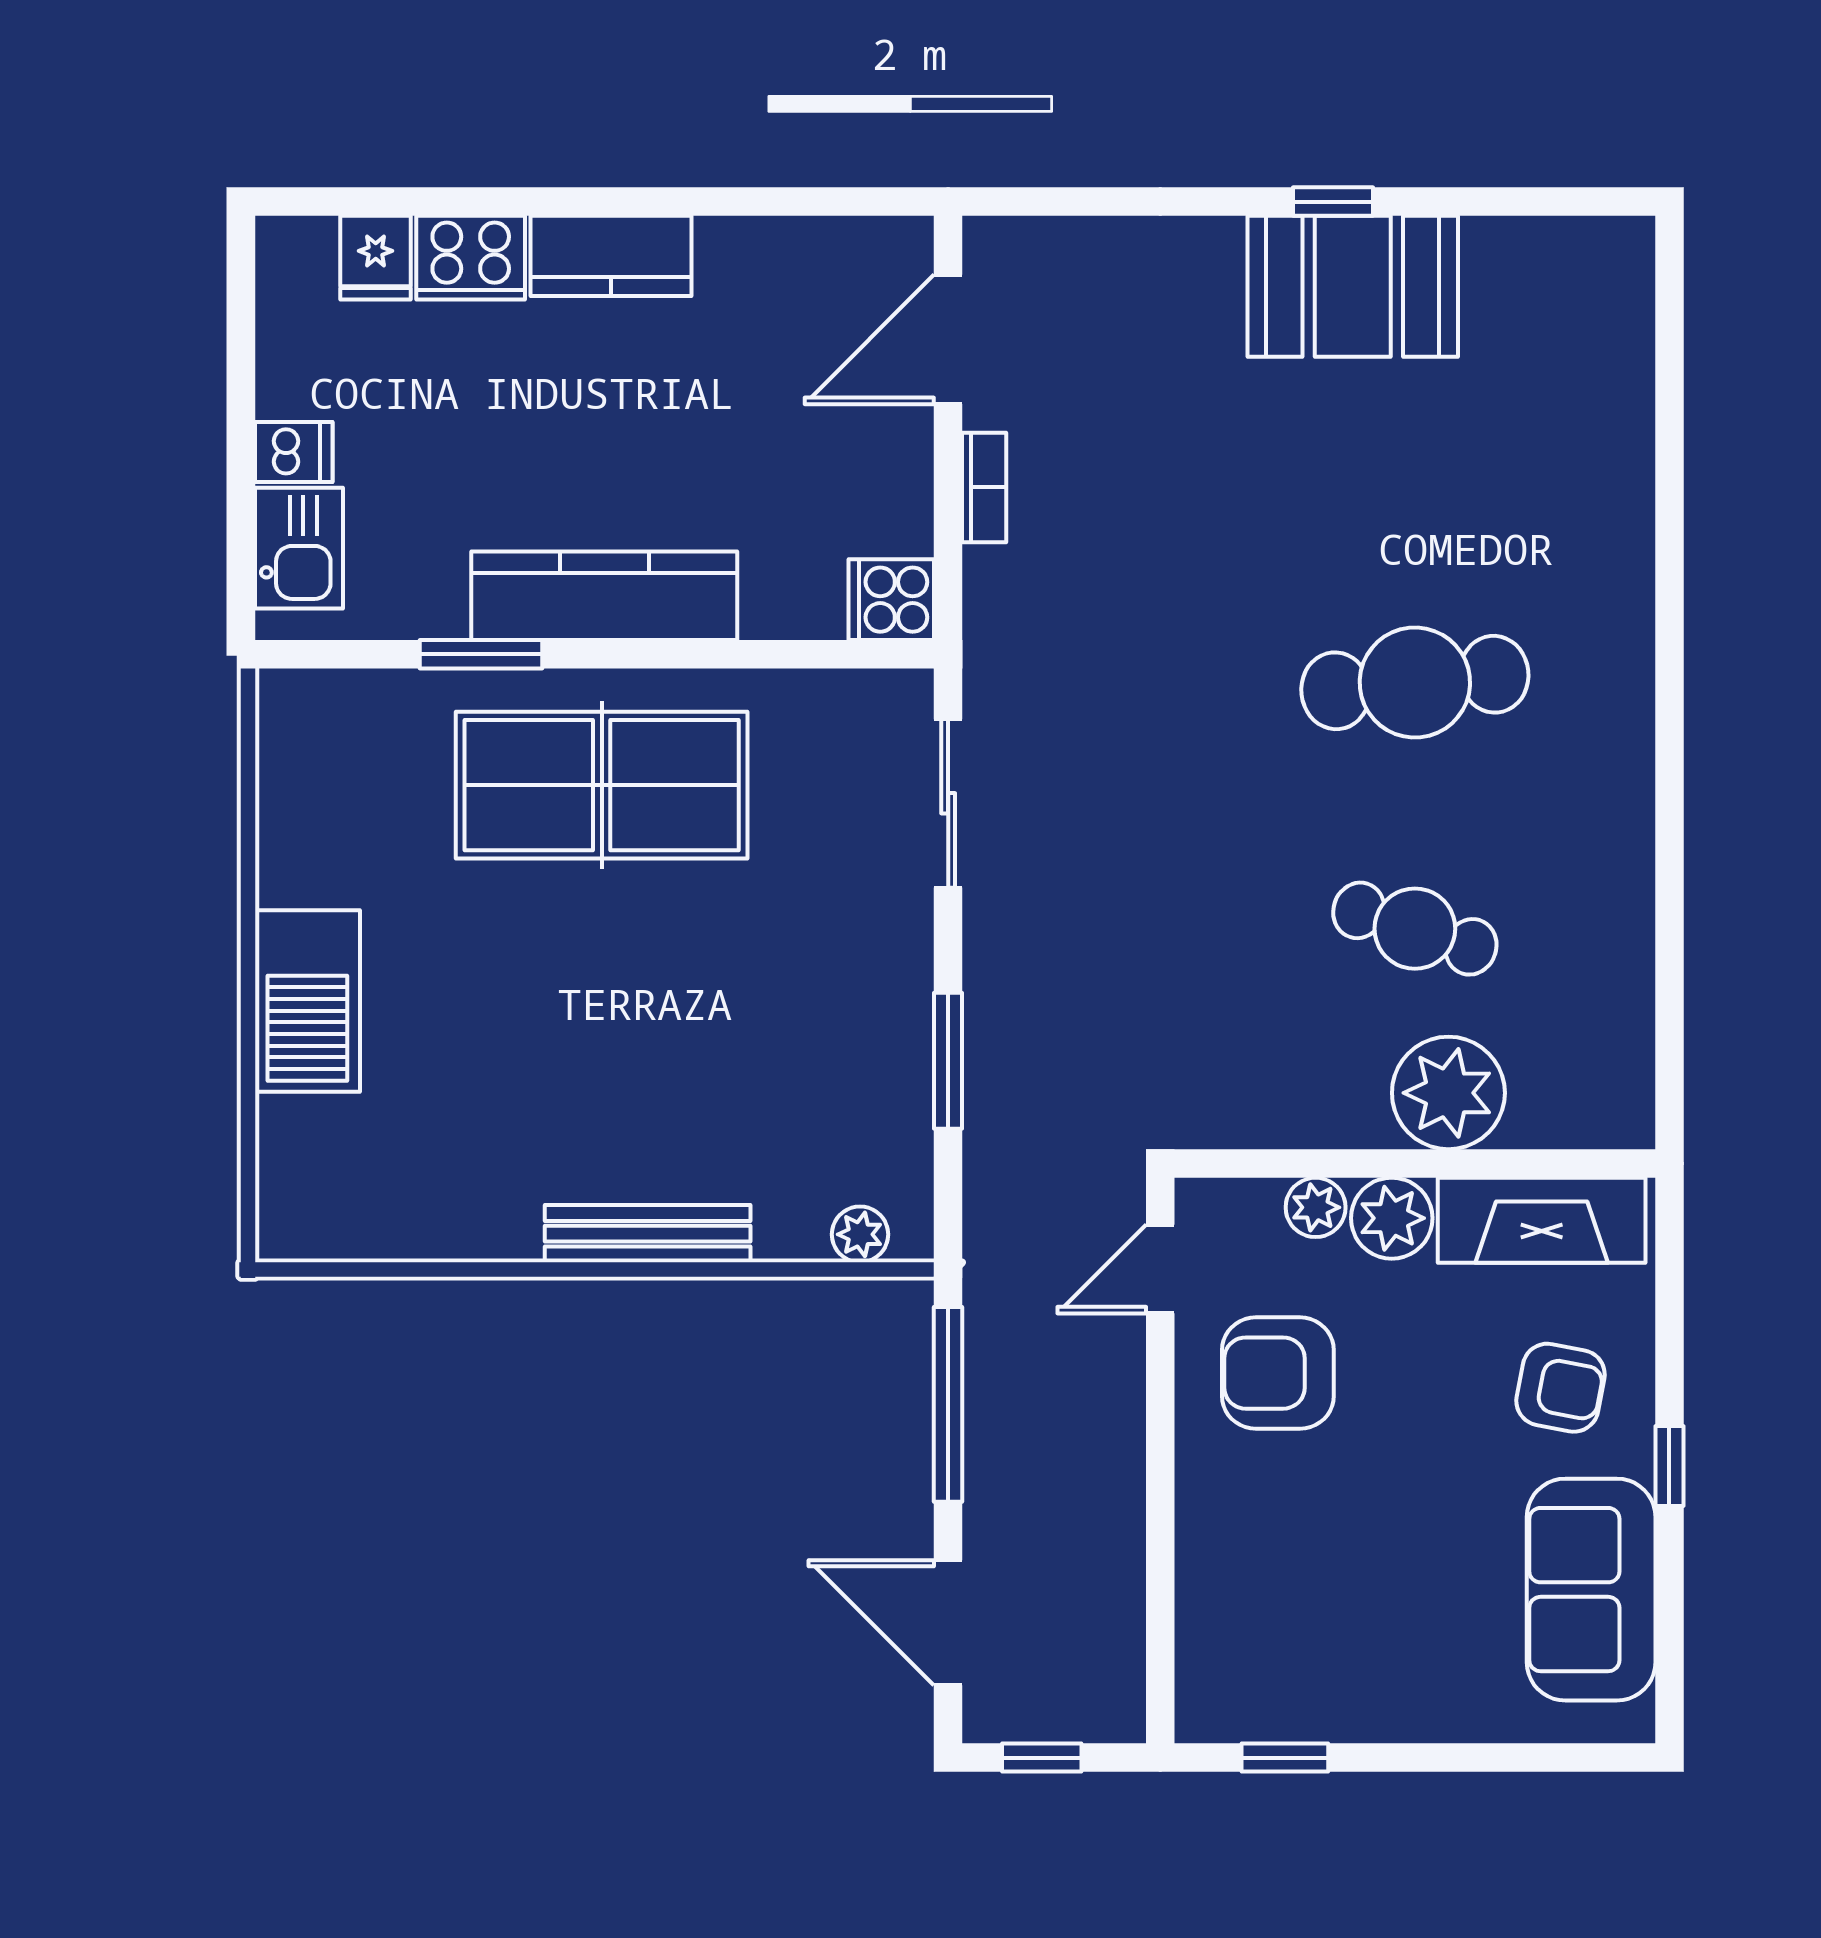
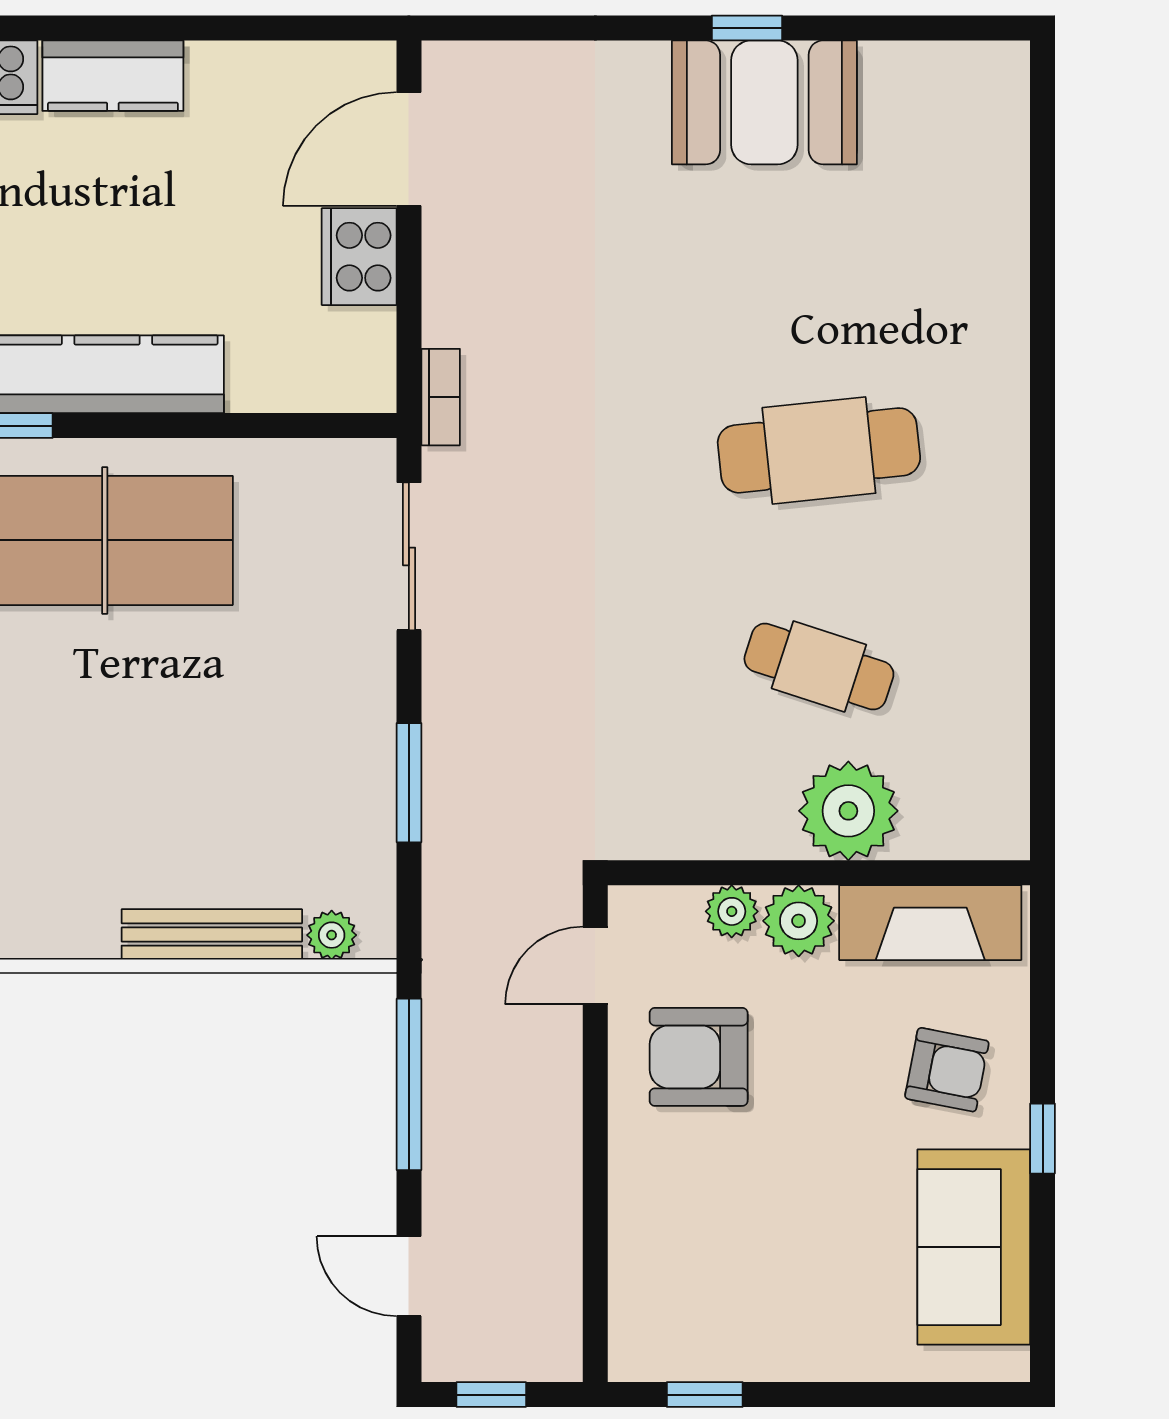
bookcase: (984, 487) -> (441, 397), moved
cooker: (891, 600) -> (359, 257), moved, width x1.36
bench: (648, 1234) -> (212, 934), moved
door: (948, 1623) -> (409, 1276), width x0.73

